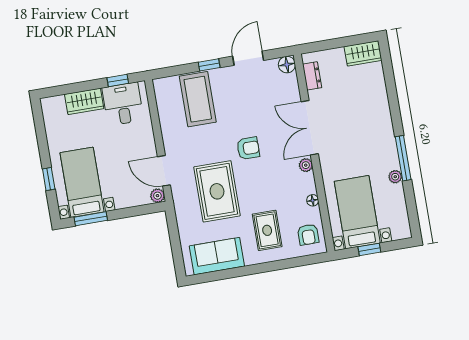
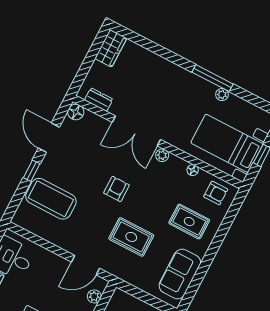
rug: (217, 191) -> (131, 237), width x0.73, depth x0.70
plant: (157, 196) -> (94, 296), moved

